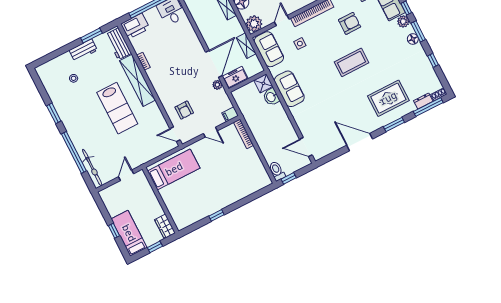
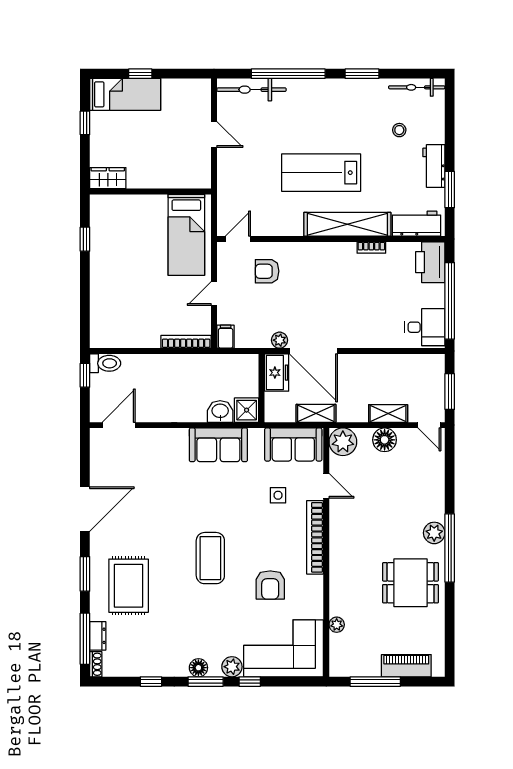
bicycle: (46, 81) -> (417, 87), added
bed: (174, 169) -> (186, 235), moved
wall: (160, 200) -> (150, 191), moved
wardrobe: (165, 226) -> (108, 178), moved

